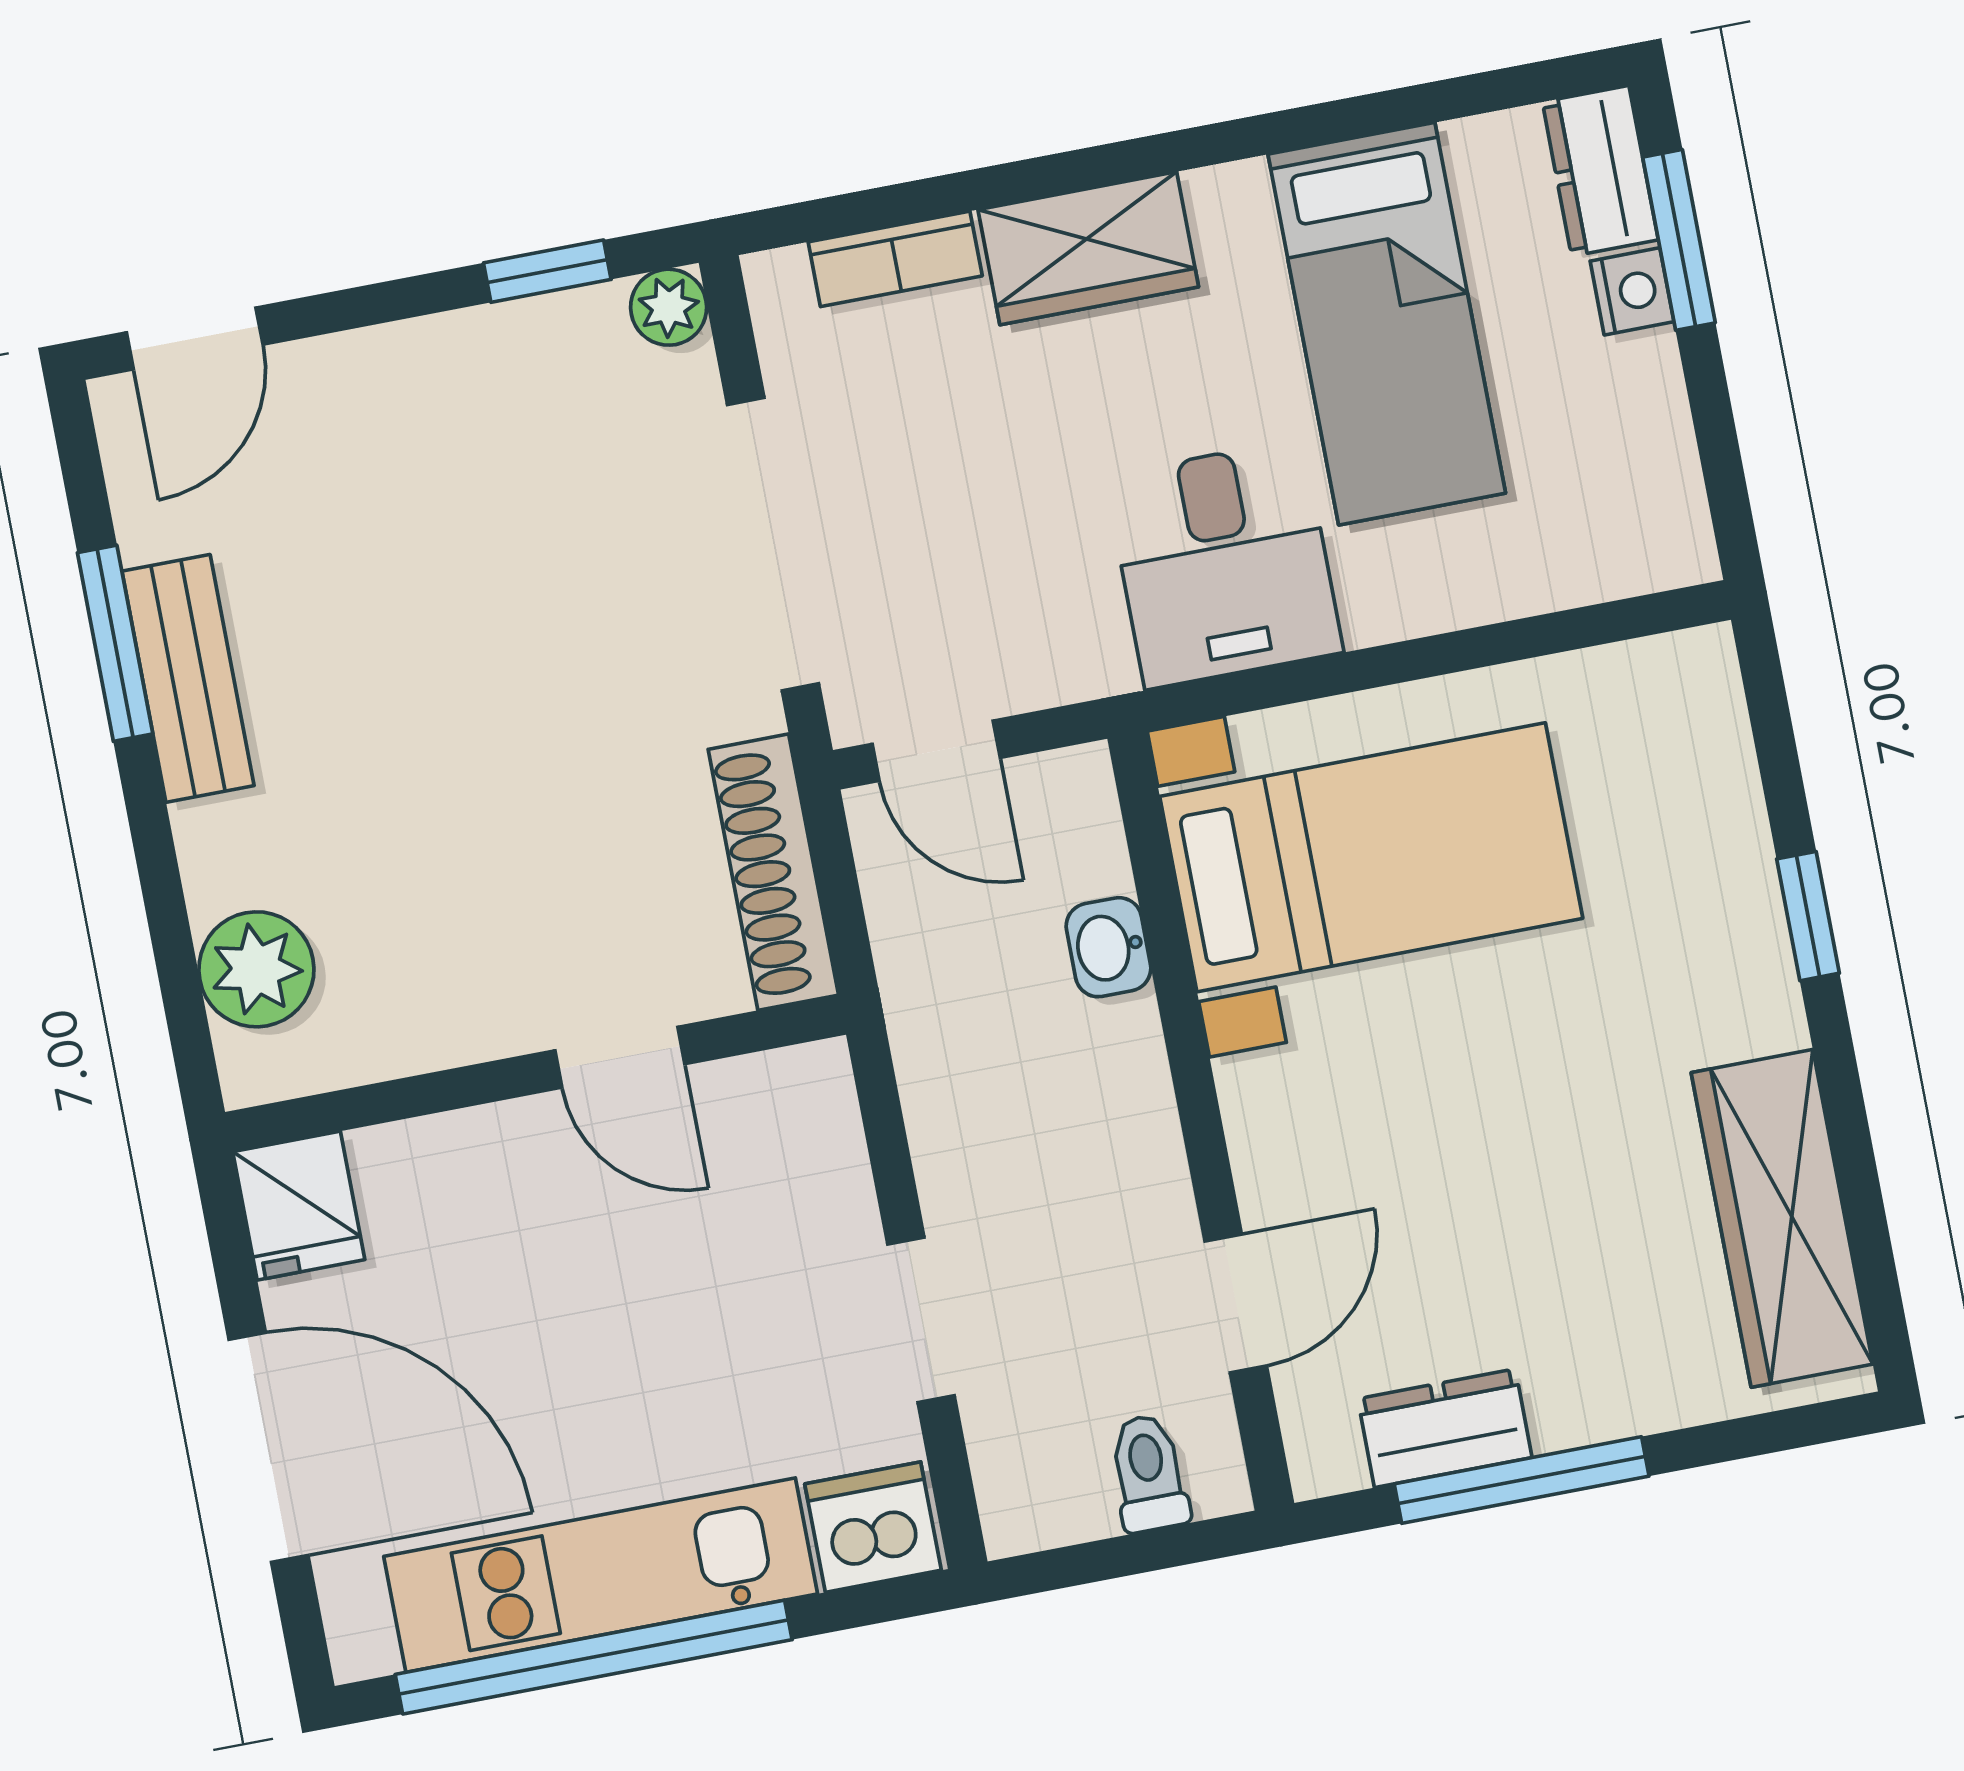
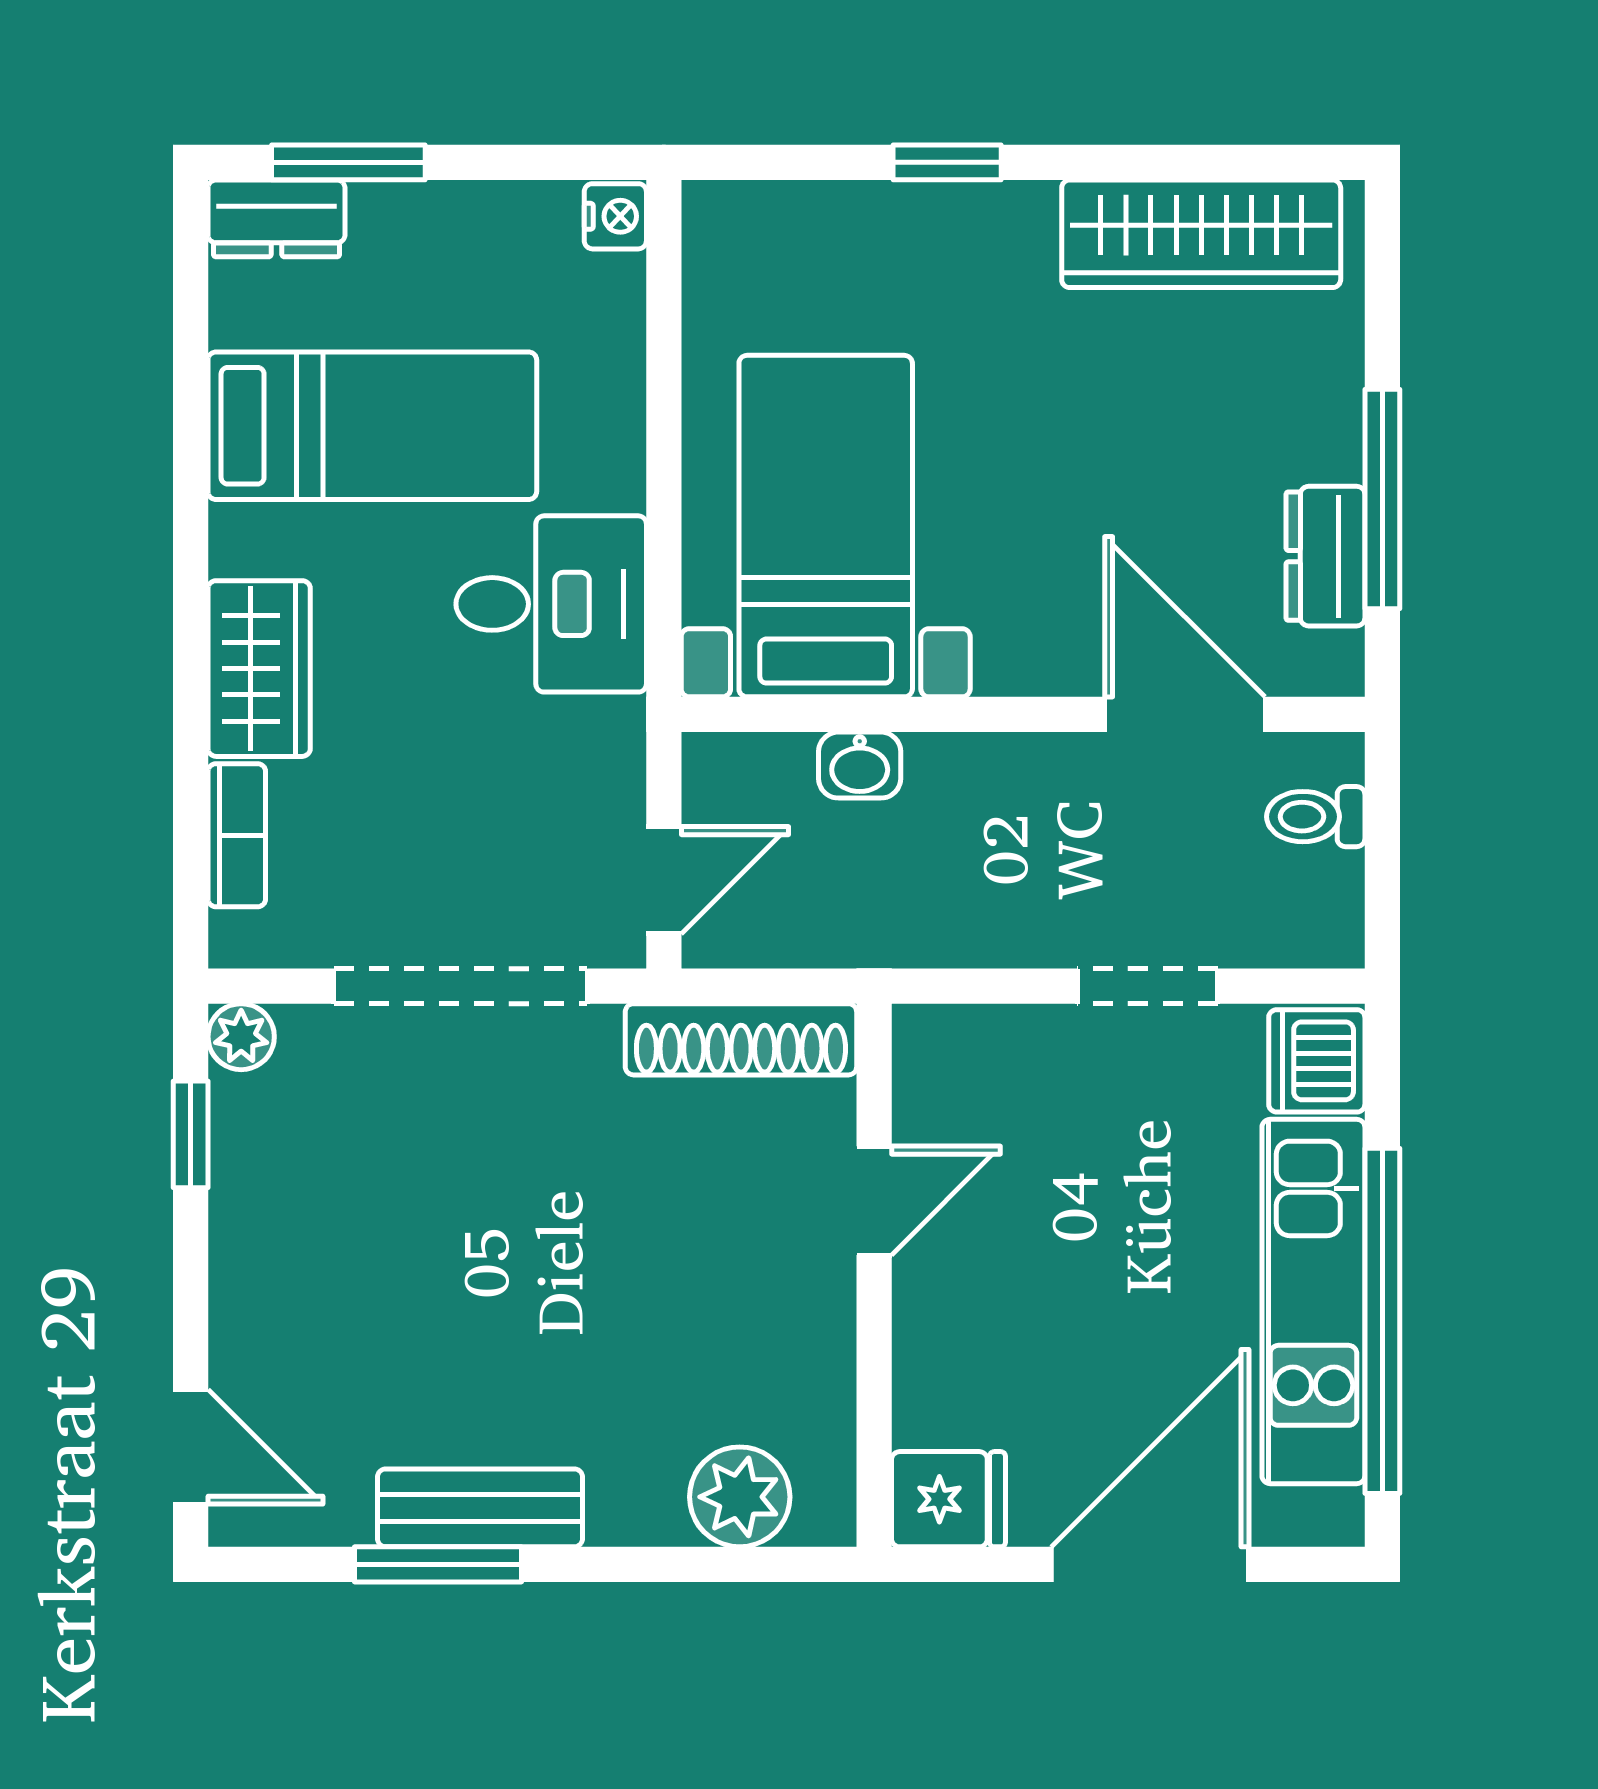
nightstand: (1632, 291) -> (615, 216), moved, turned 90
door: (1236, 1303) -> (1185, 714), width x1.38

